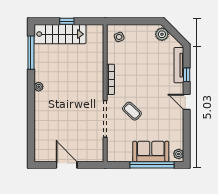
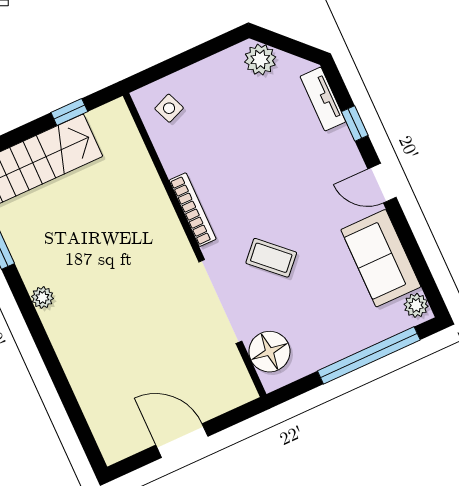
window: (67, 21) -> (69, 112), moved
tv unit: (179, 65) -> (323, 99), width x0.71
floor lamp: (115, 146) -> (269, 352), added
sofa: (151, 151) -> (381, 258), moved, turned -90

